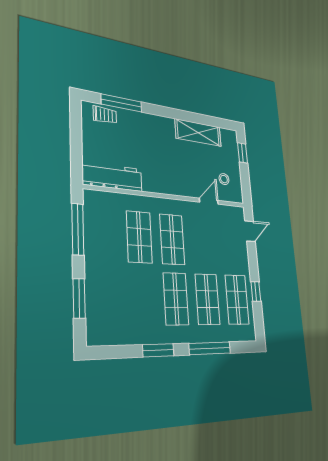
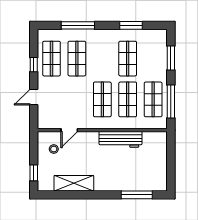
trolley: (105, 115) -> (150, 183), removed
workbench: (113, 177) -> (121, 139), moved
door: (250, 231) -> (34, 97), moved
shop shelf: (104, 234) -> (153, 99), added
shop shelf: (176, 299) -> (128, 59), moved
window: (158, 350) -> (131, 25), moved

